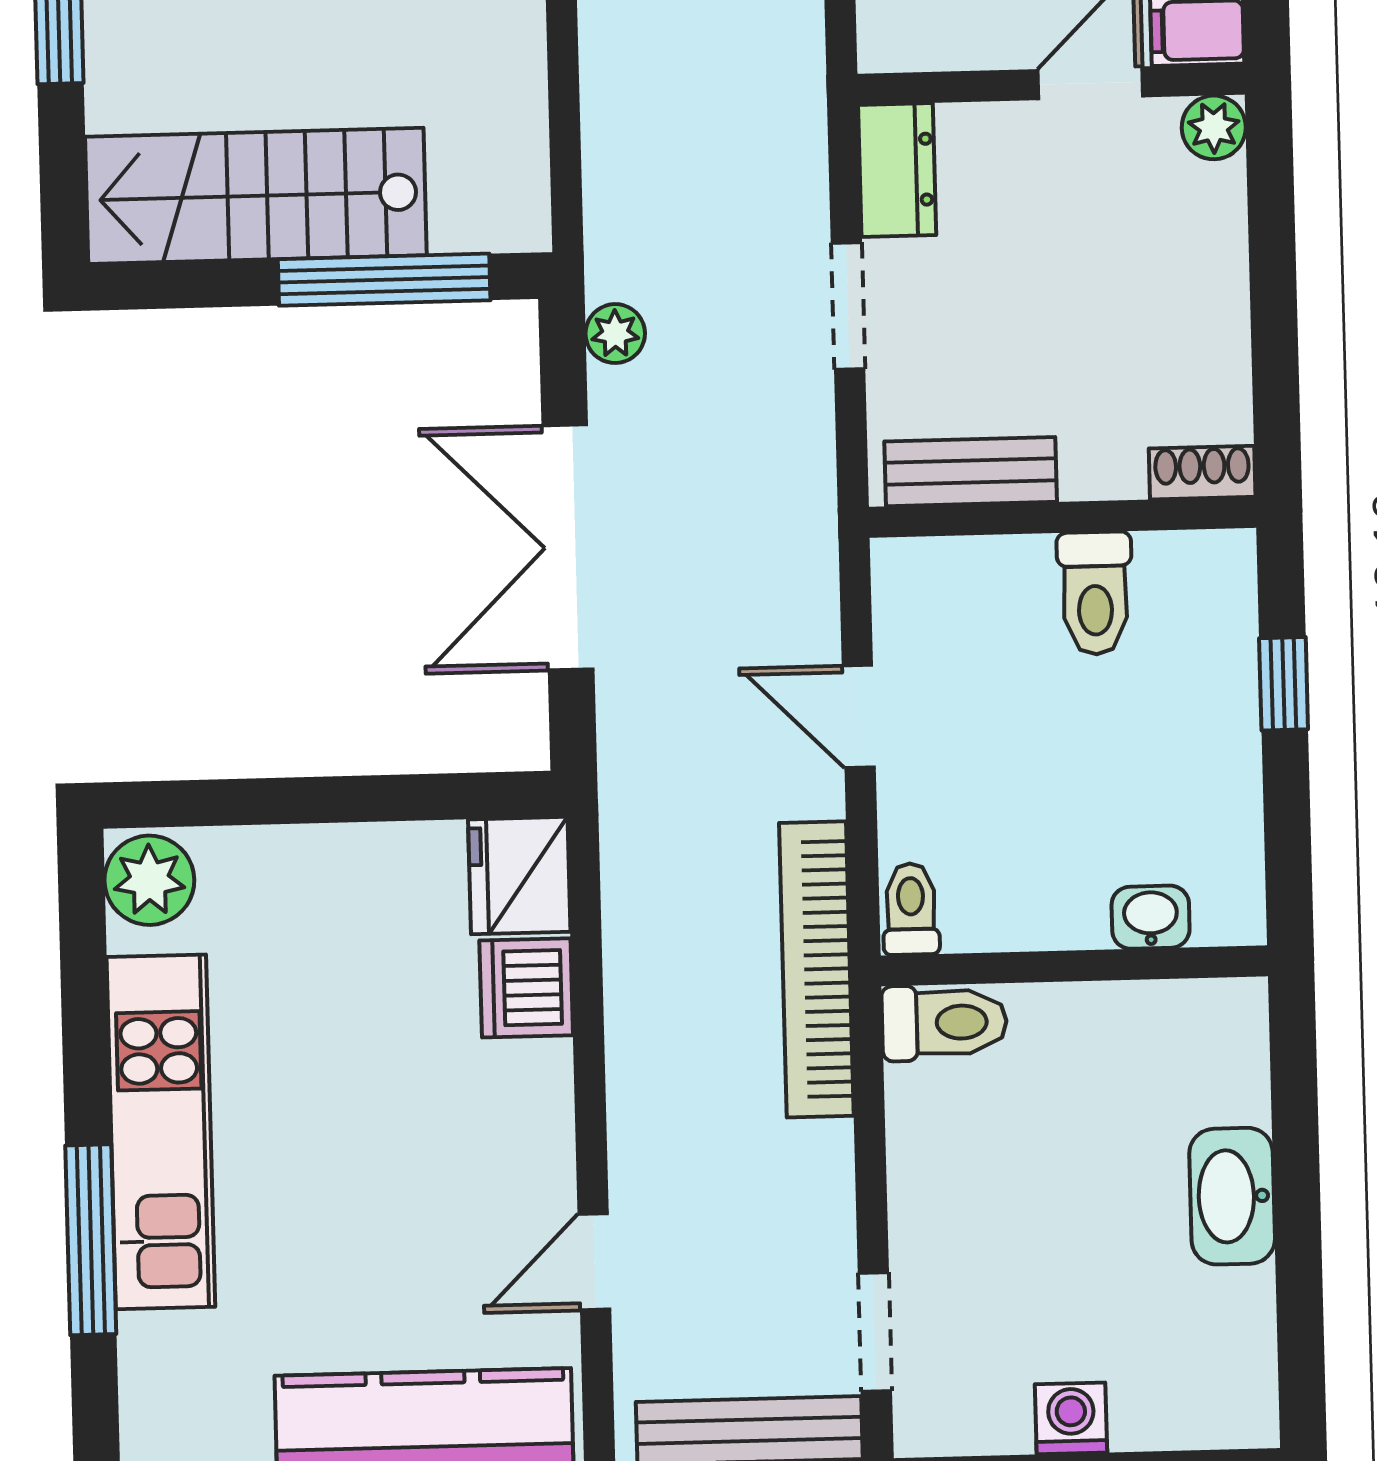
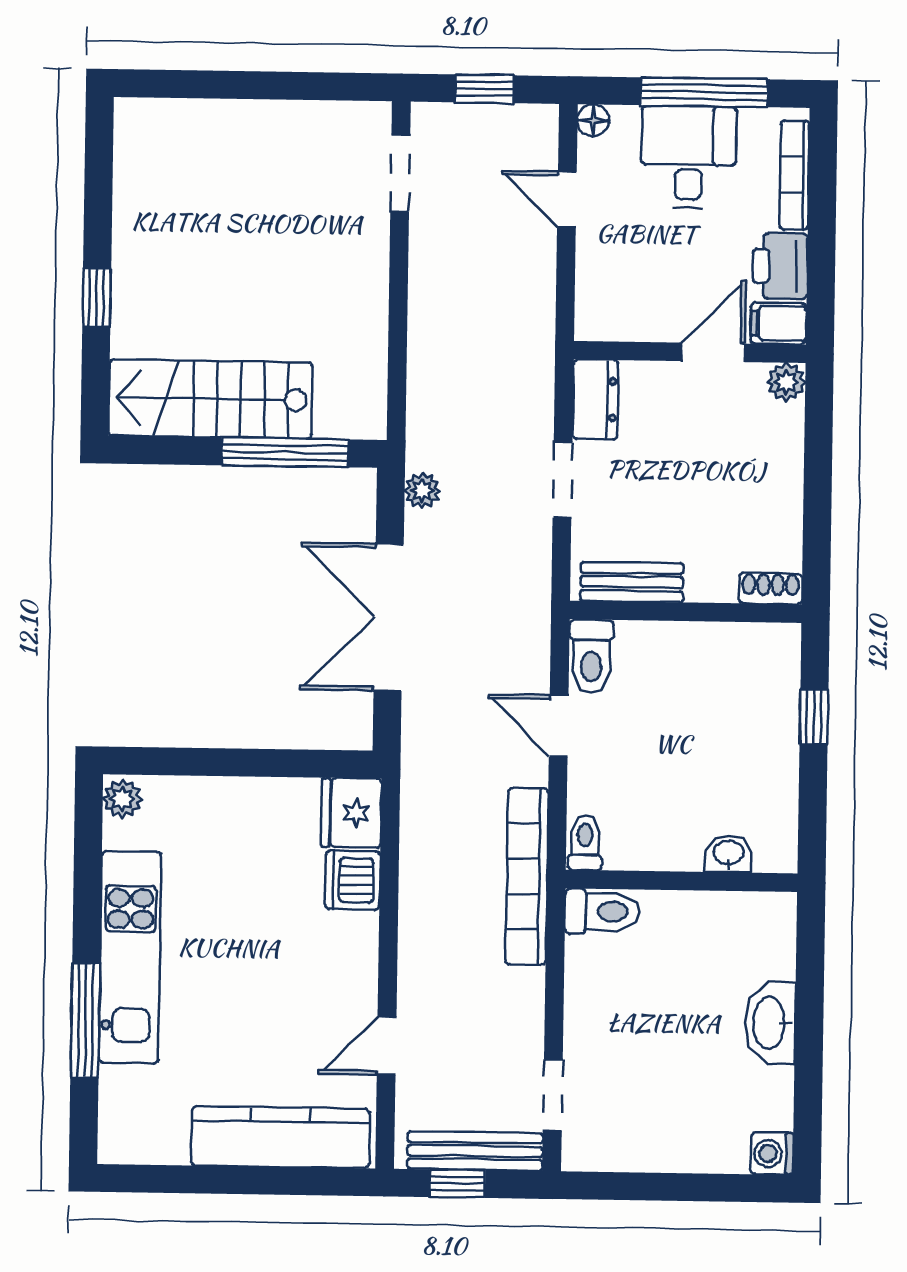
toilet: (1095, 593) -> (591, 656), moved
plant: (149, 880) -> (122, 799), width x0.73, depth x0.73
washing machine: (1071, 1418) -> (772, 1154), moved, turned -90

